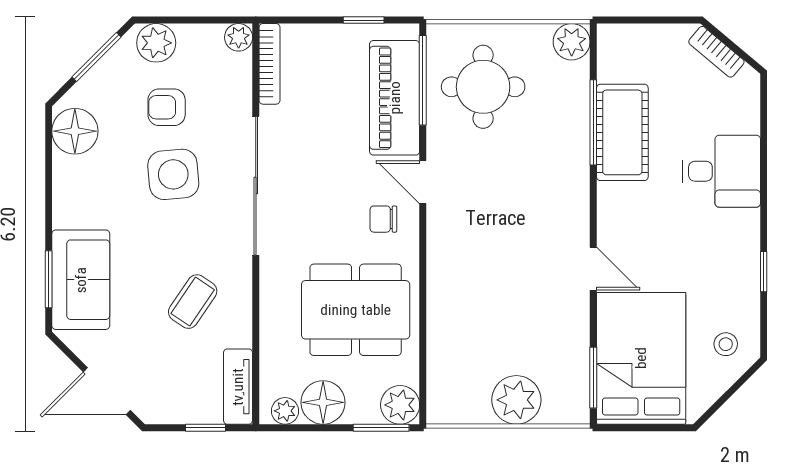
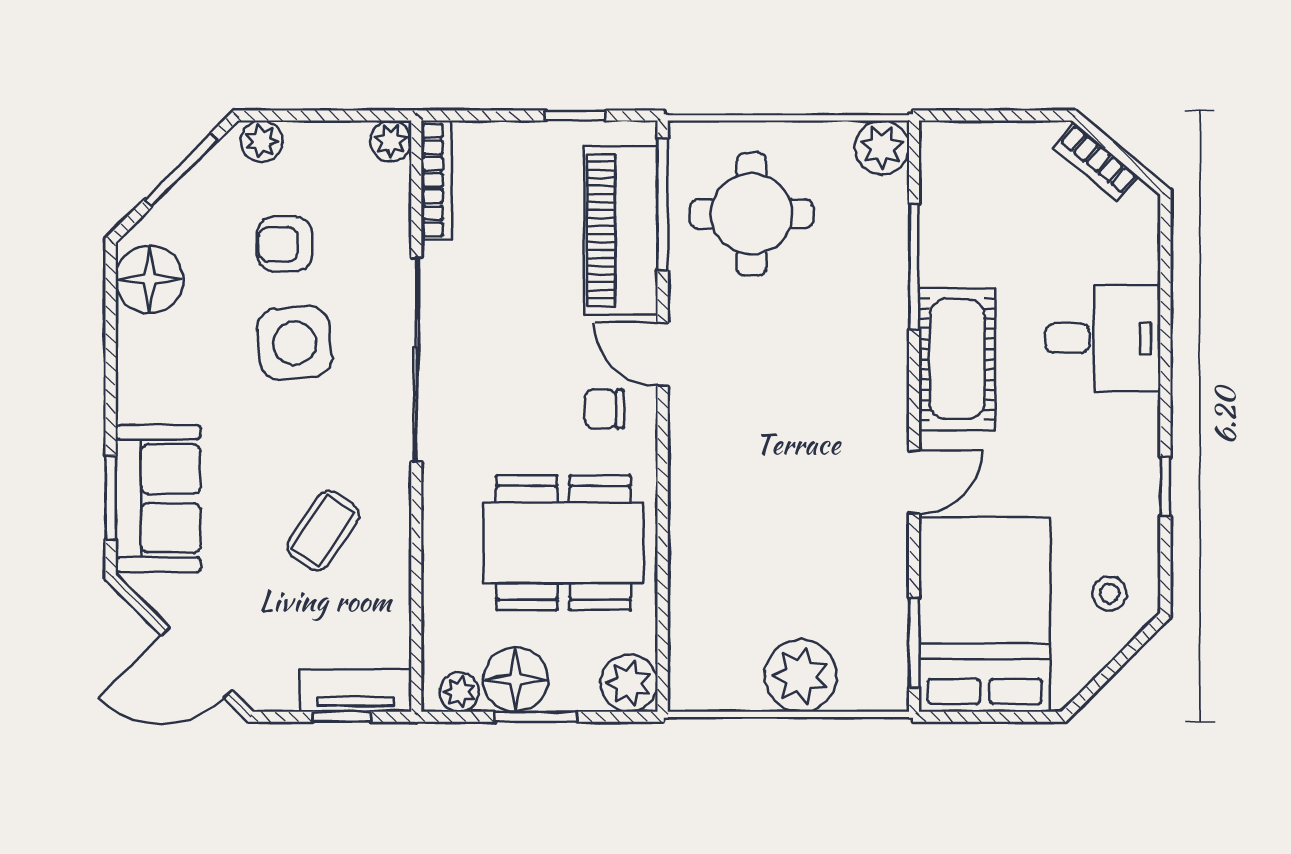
plant: (156, 43) -> (262, 141), width x0.73, depth x0.73
cot: (622, 132) -> (957, 359), moved
door: (593, 269) -> (914, 482), hinge flipped
tv unit: (238, 387) -> (356, 691), moved, turned 90
window: (381, 428) -> (536, 717), moved

